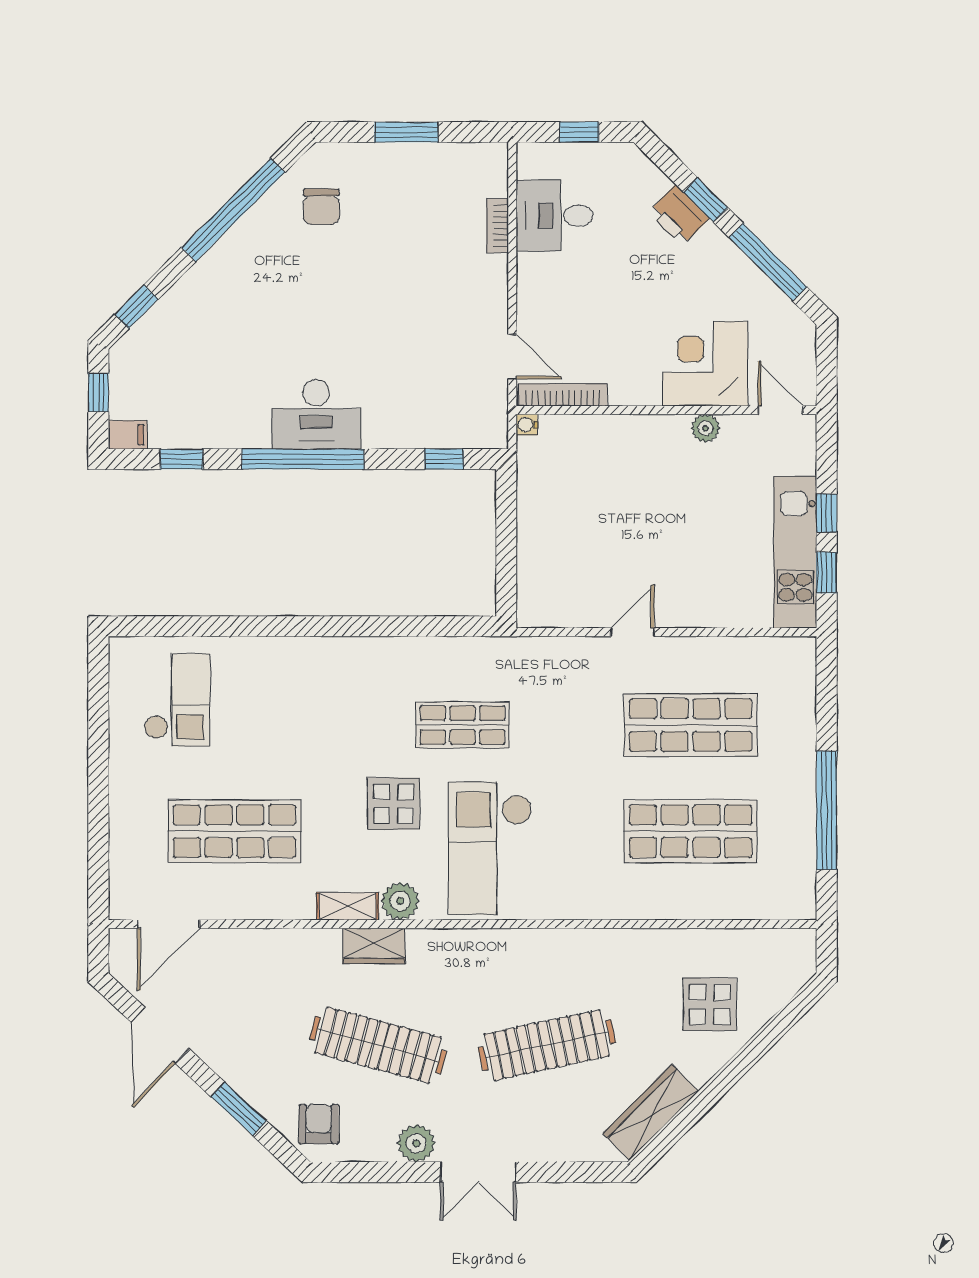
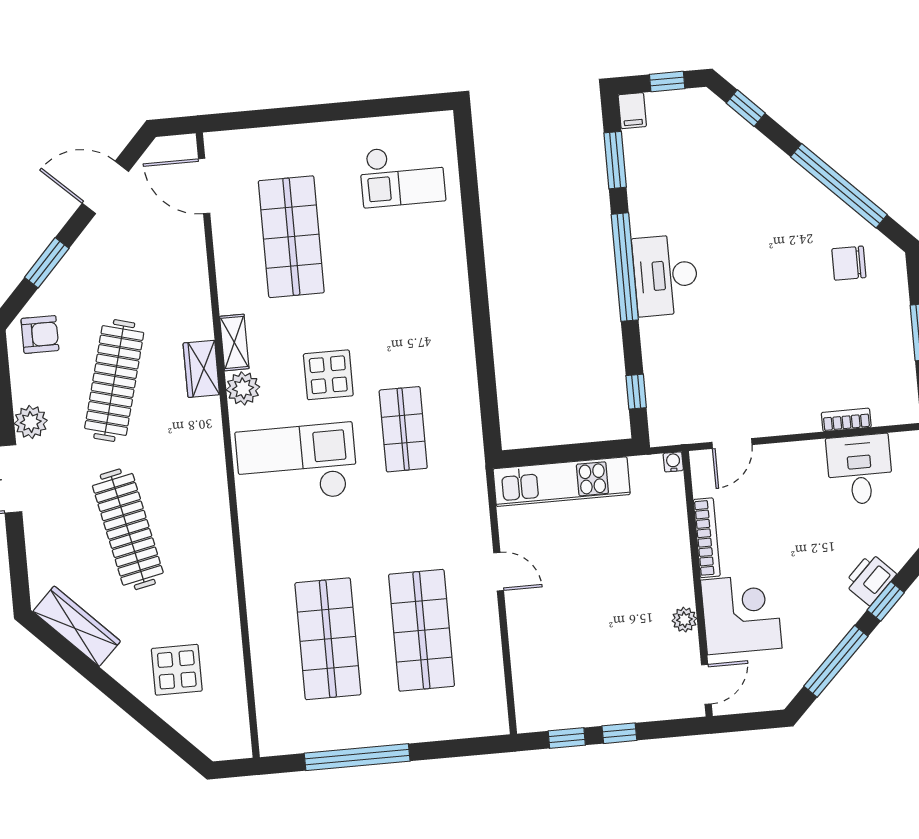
bookcase: (563, 395) -> (707, 538), moved
window: (181, 459) -> (615, 160), width x1.50
kitchen unit: (795, 552) -> (562, 482), moved, turned 180

